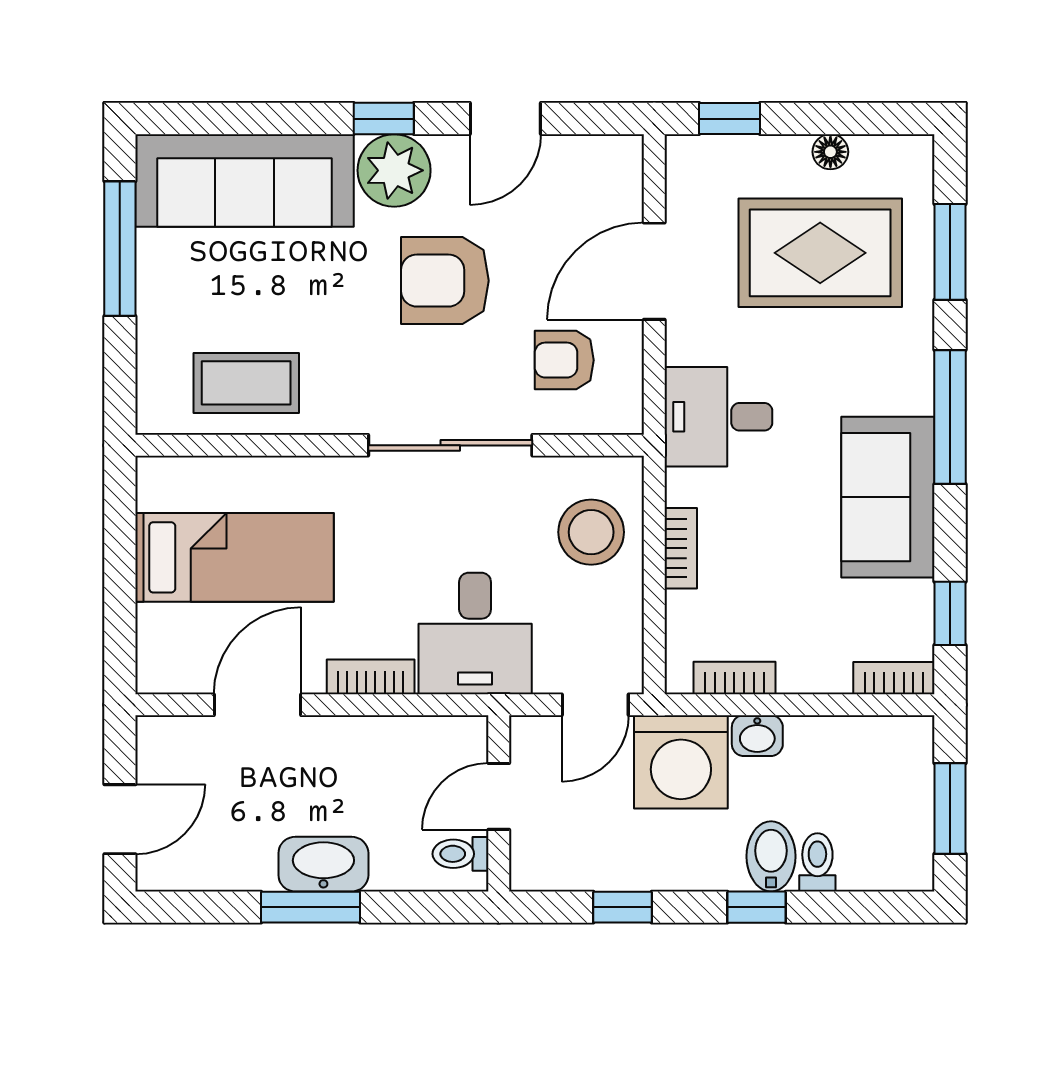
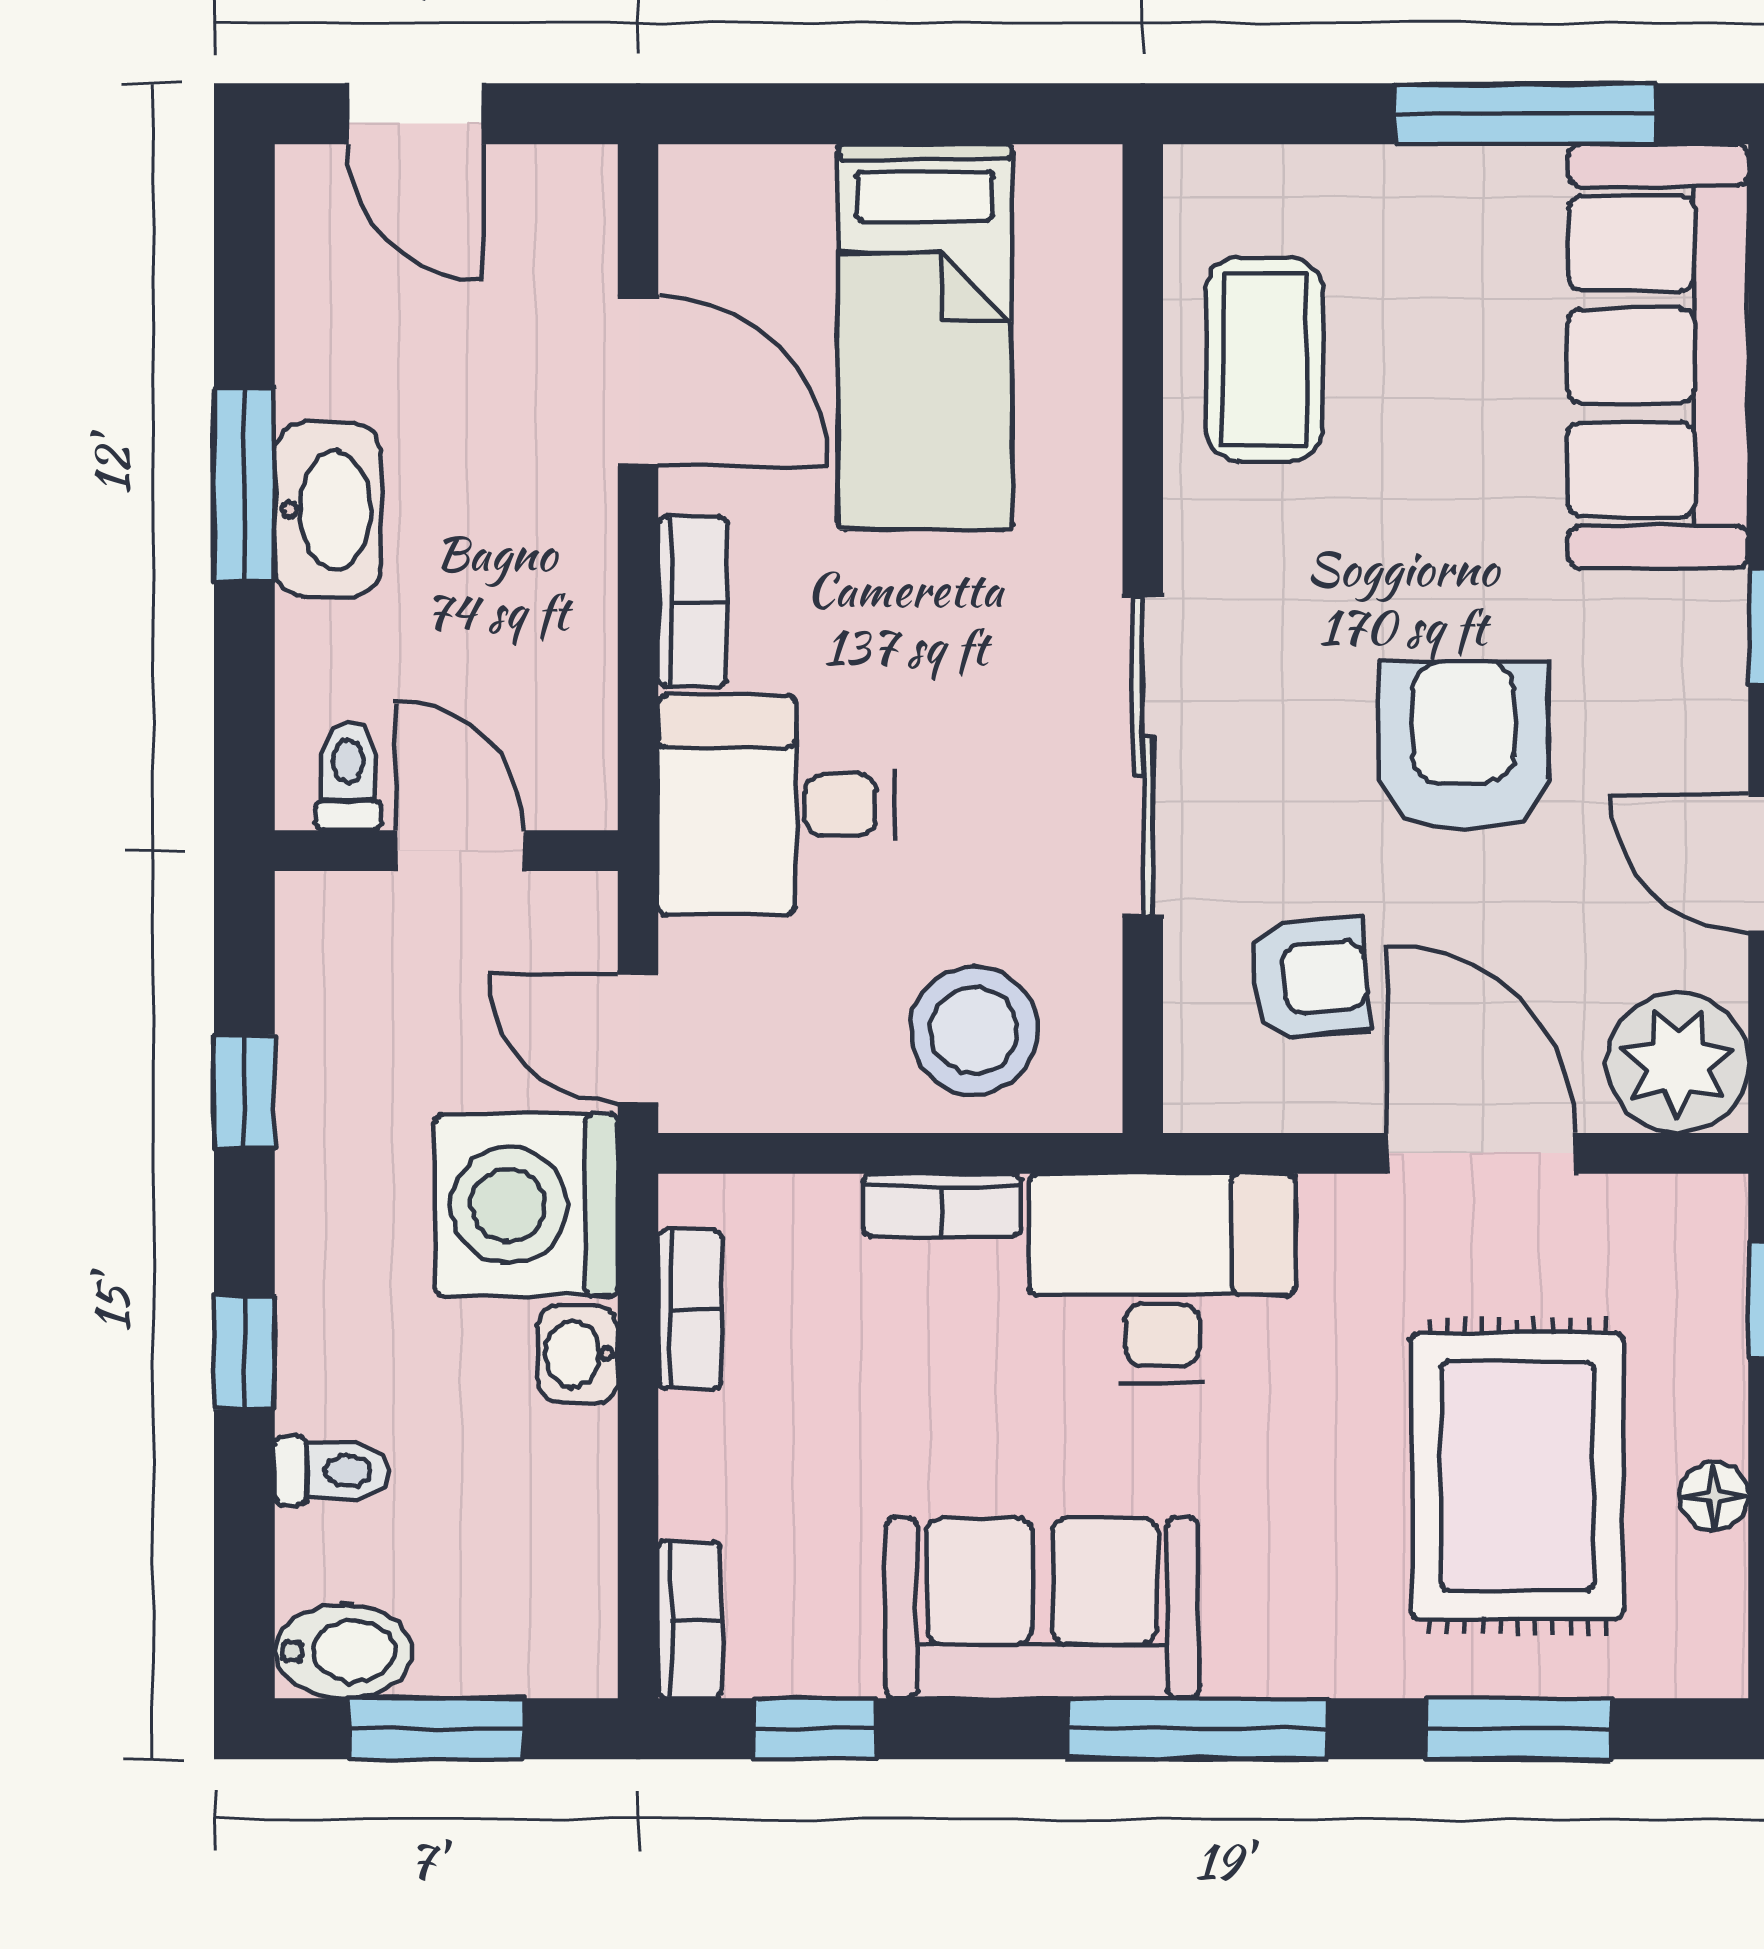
plant: (394, 170) -> (1678, 1062), moved
armchair: (564, 360) -> (1309, 978), turned 85
desk: (718, 417) -> (1162, 1278), width x1.37
bidet: (771, 856) -> (343, 1651), moved

